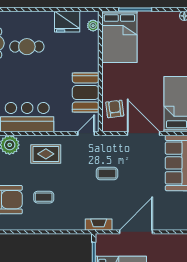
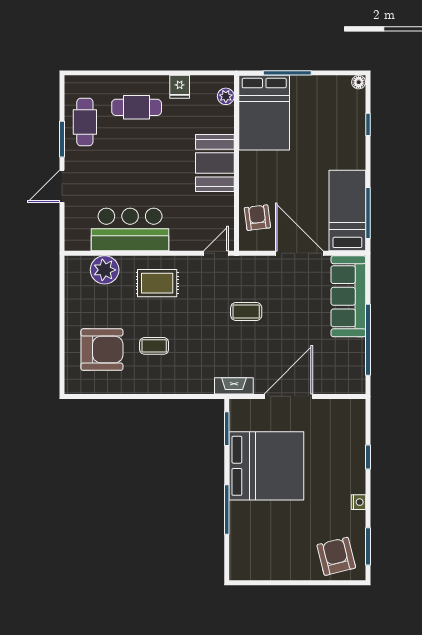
fridge: (67, 22) -> (180, 87), width x0.53, depth x0.75
cafe table: (27, 47) -> (137, 107), moved
booth: (86, 92) -> (215, 163), moved

